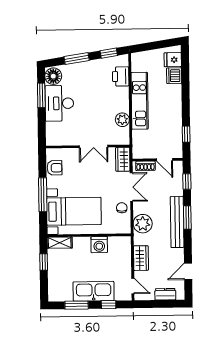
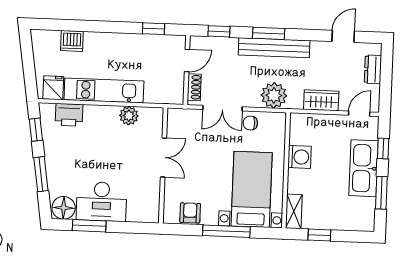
fridge: (173, 60) -> (53, 88), moved, turned 180
wardrobe: (123, 159) -> (184, 118), removed
double door: (131, 187) -> (222, 108), swing flipped
door: (188, 271) -> (343, 36), swing flipped

